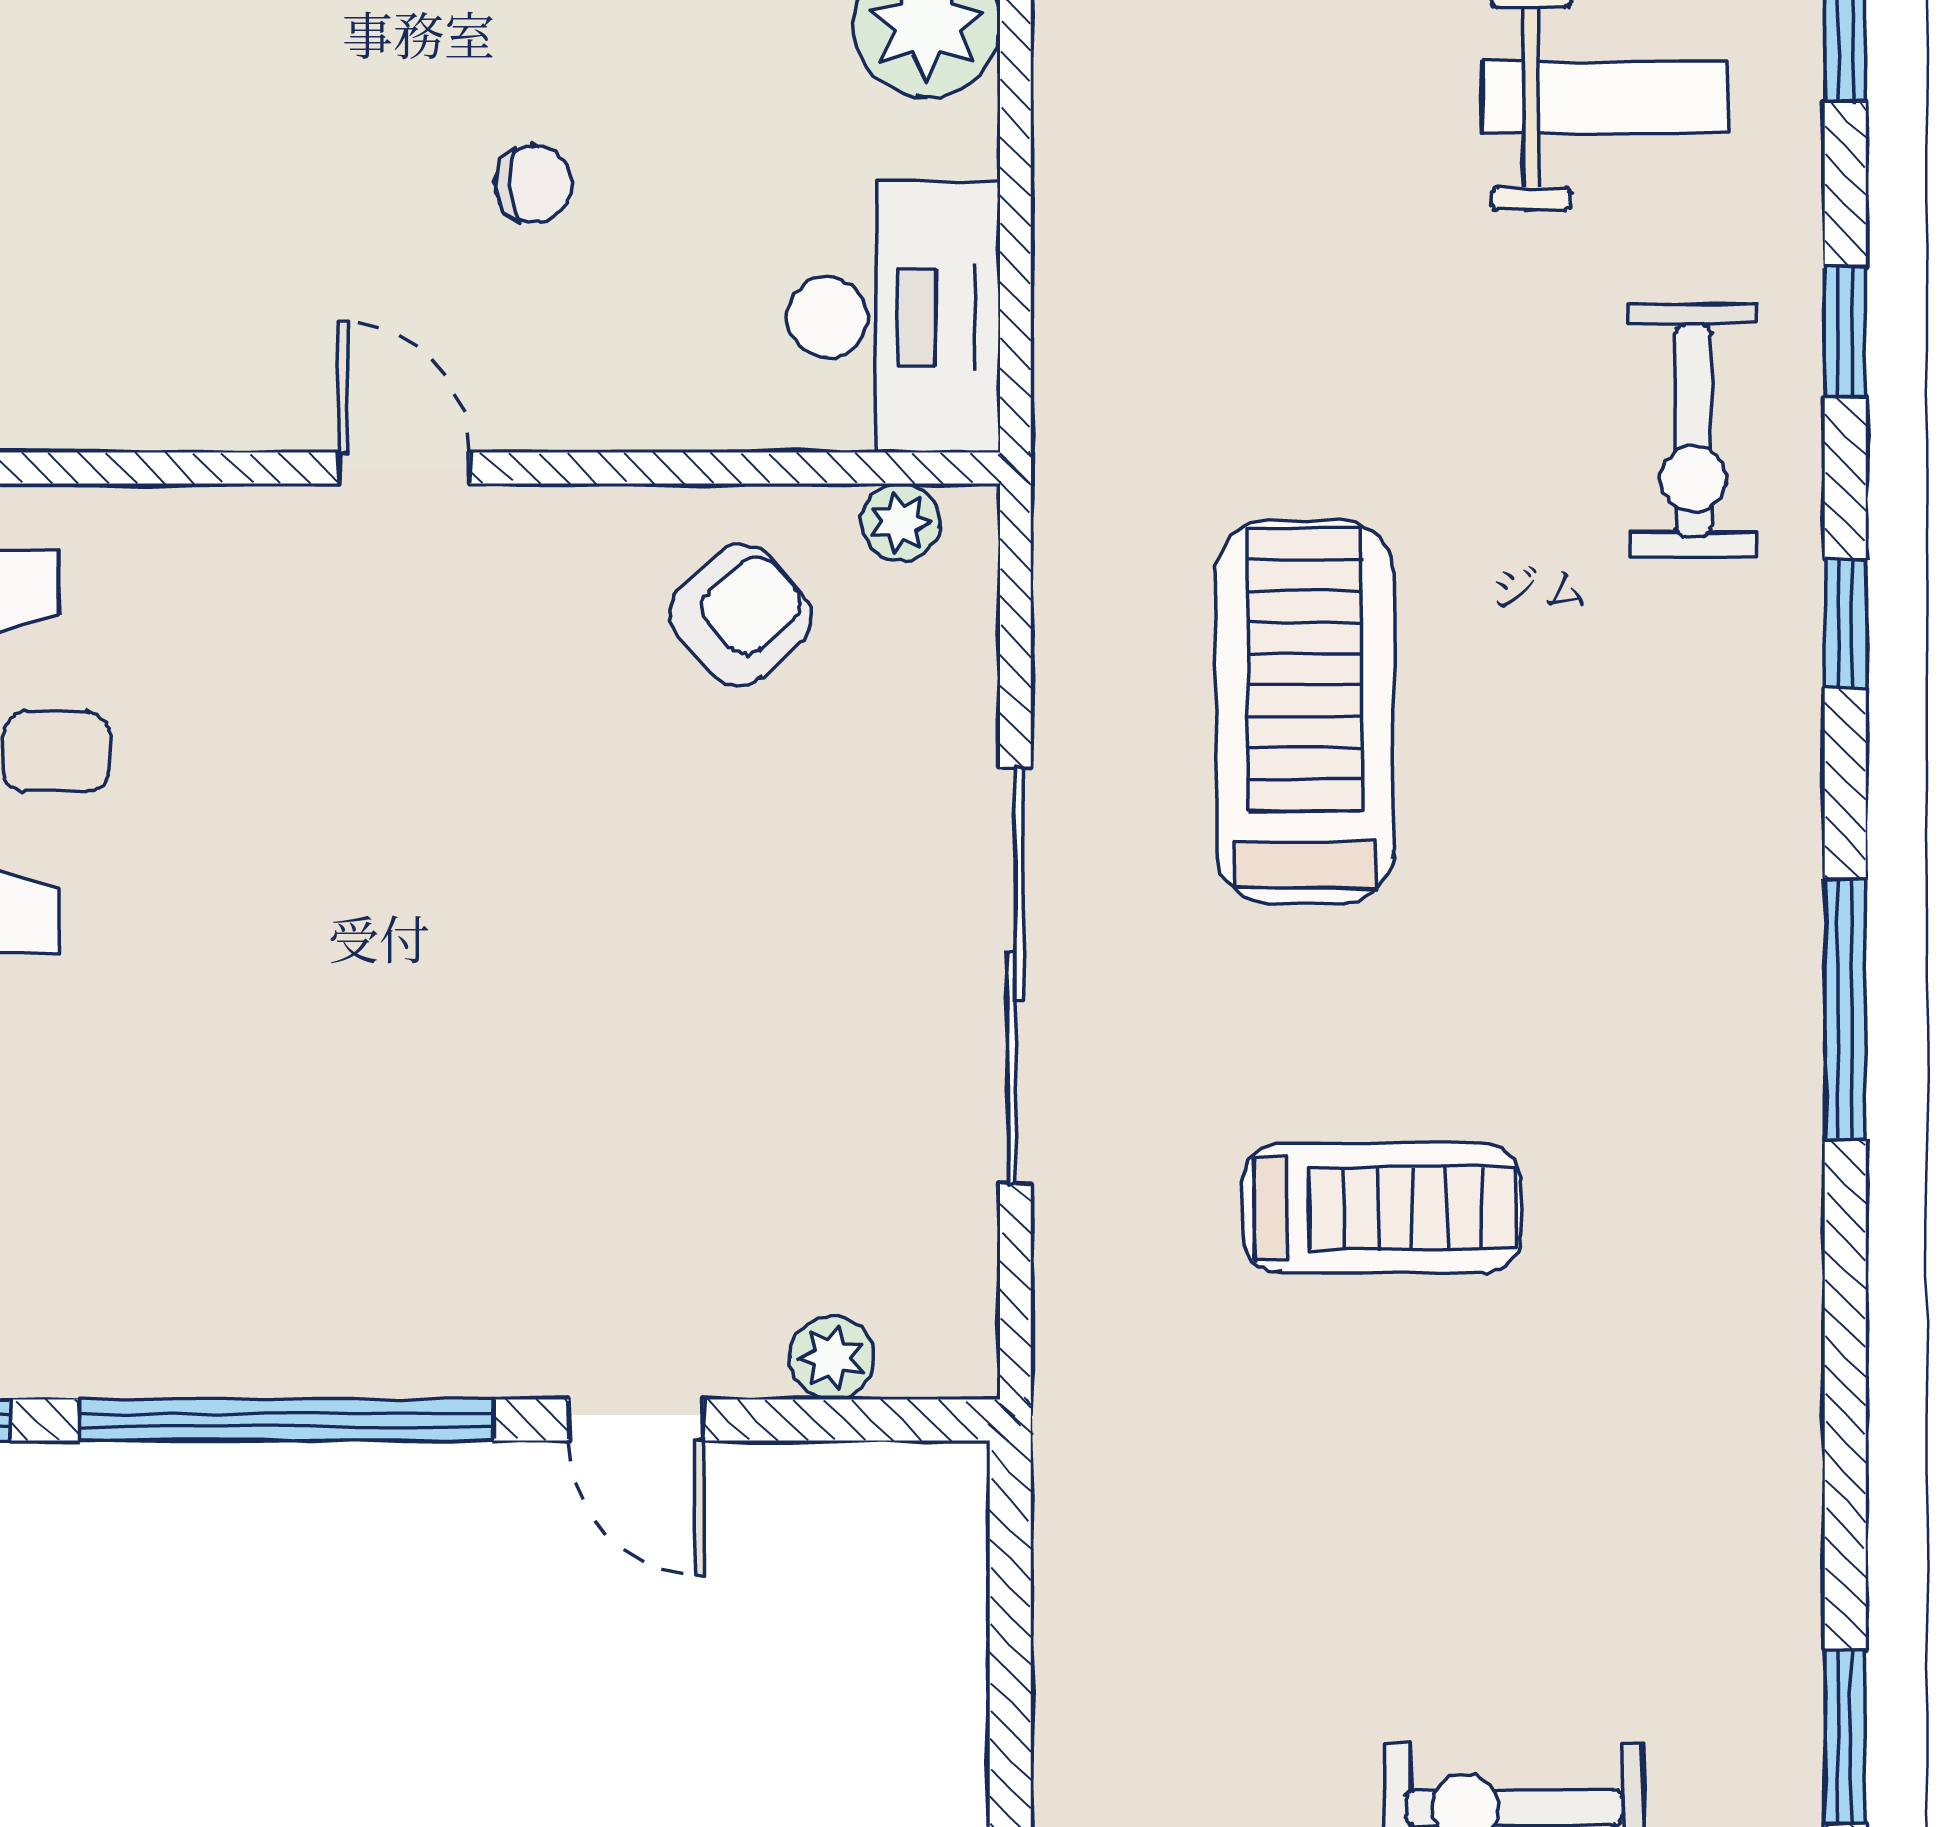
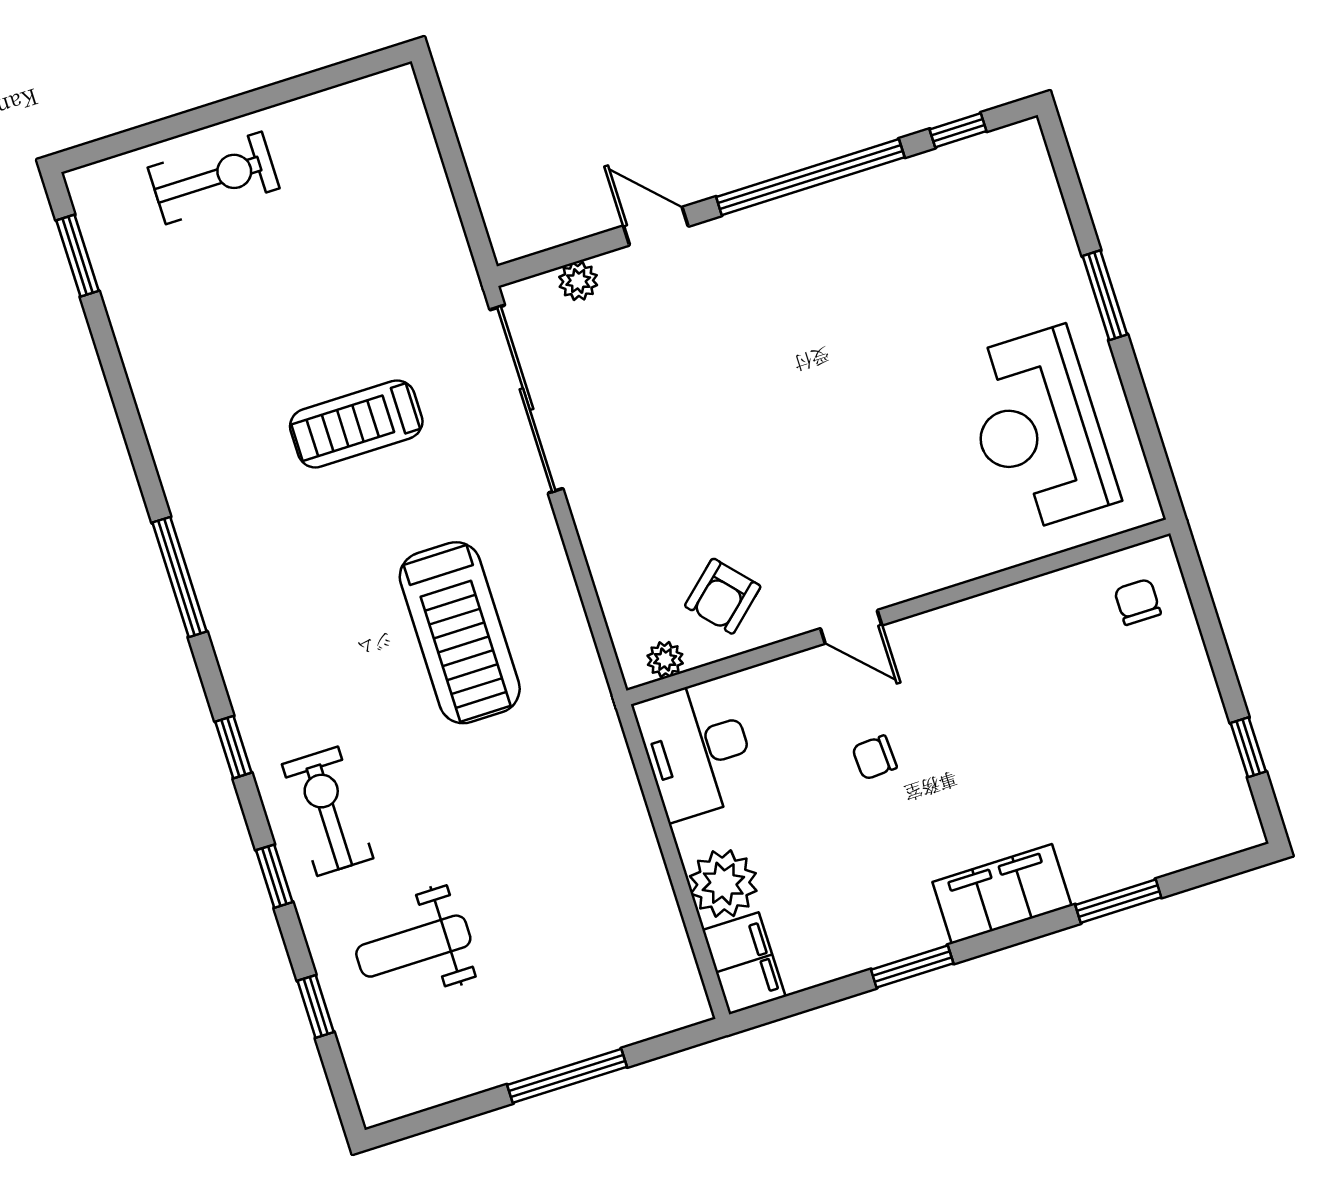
door: (404, 468) -> (851, 627), moved
sliding door: (1015, 975) -> (526, 399), moved

